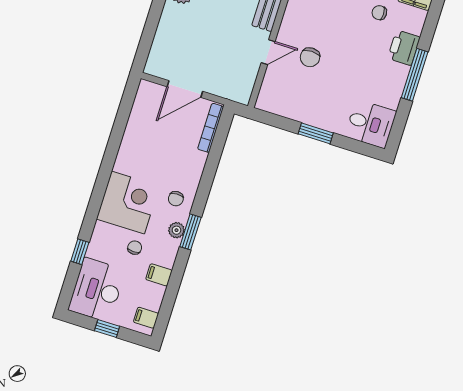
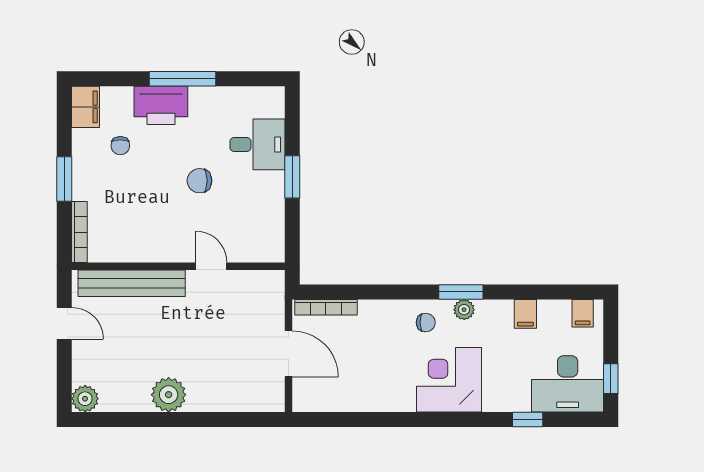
printer: (404, 48) -> (161, 105), width x1.37, depth x1.19
chair: (310, 57) -> (199, 181), moved, turned 180
desk: (371, 124) -> (257, 144), moved, turned 90
chair: (135, 248) -> (501, 354), removed
window: (107, 328) -> (611, 379), moved

